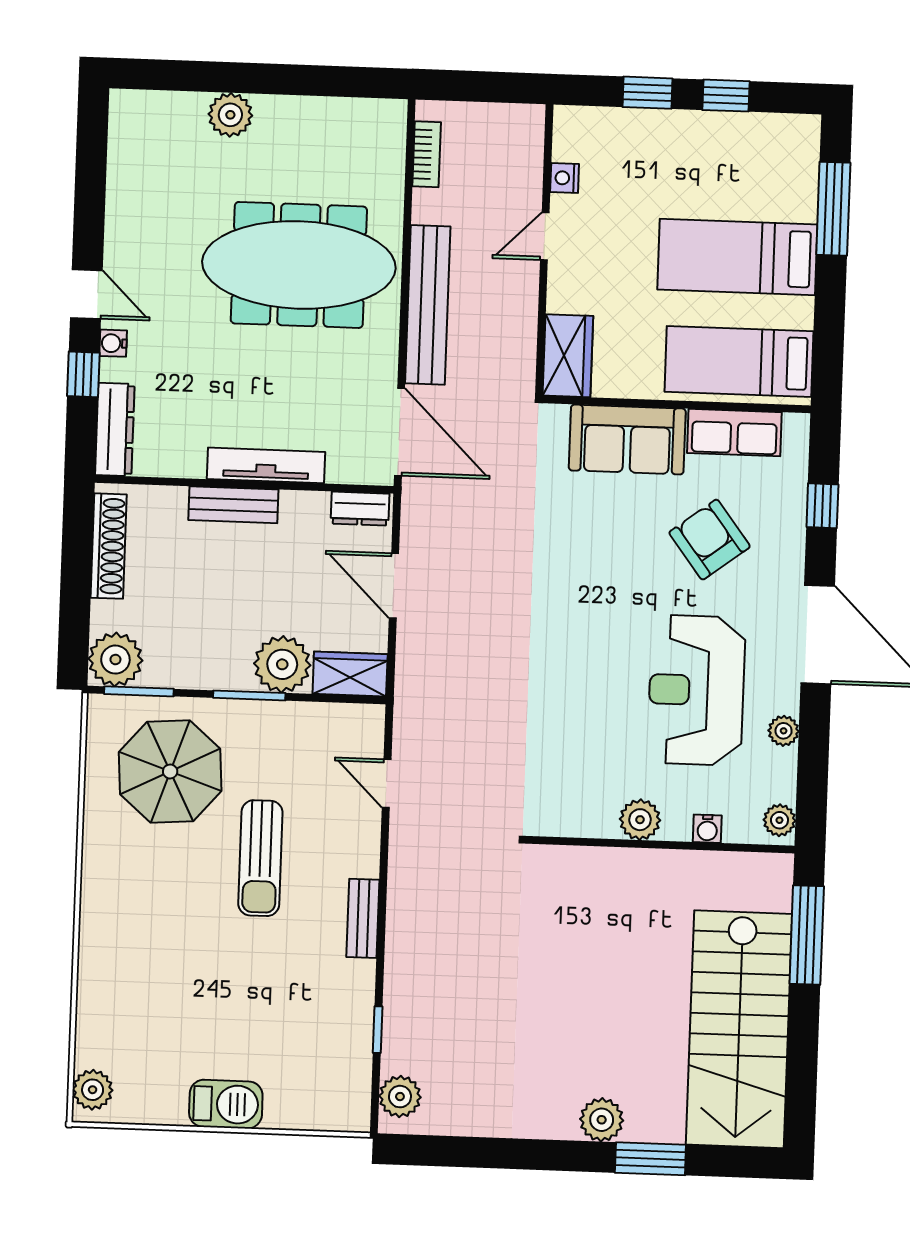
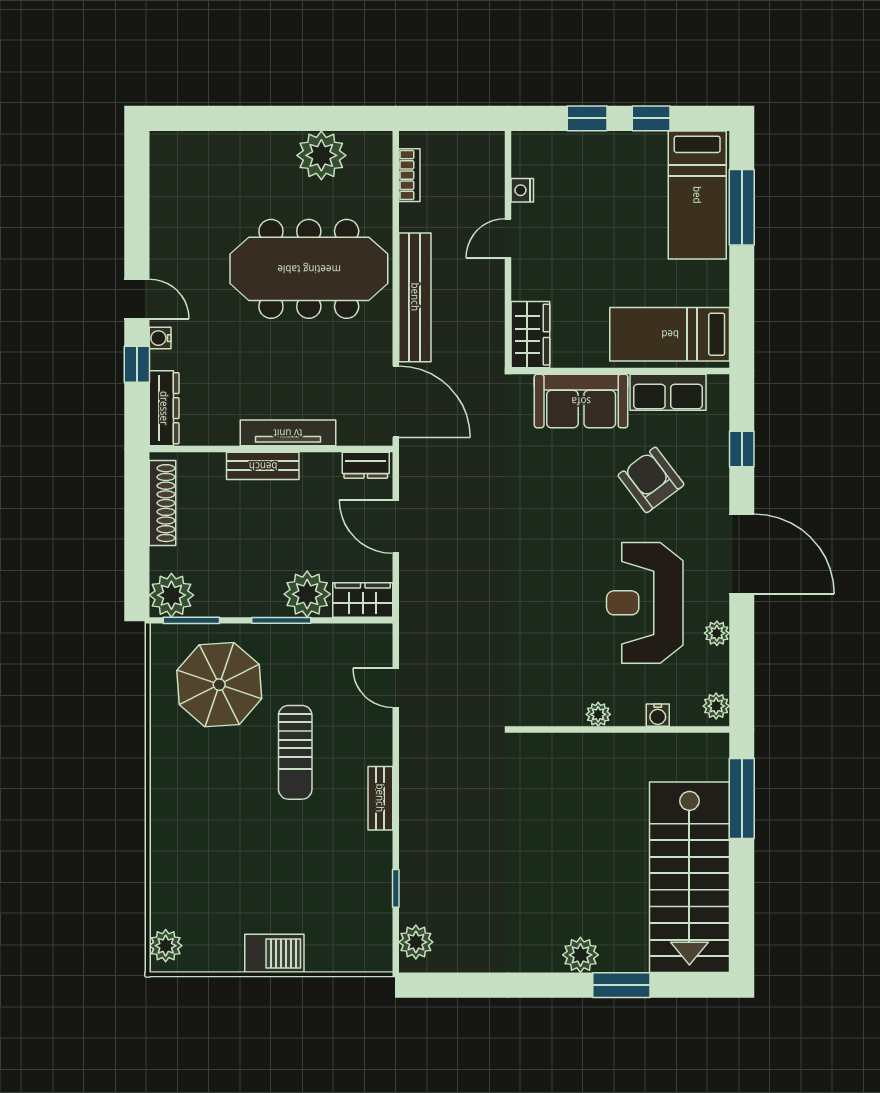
plant: (230, 115) -> (321, 155), moved, width x1.36, depth x1.36
bed: (737, 257) -> (697, 195), moved, turned -90
plant: (640, 820) -> (598, 714), width x0.73, depth x0.73

